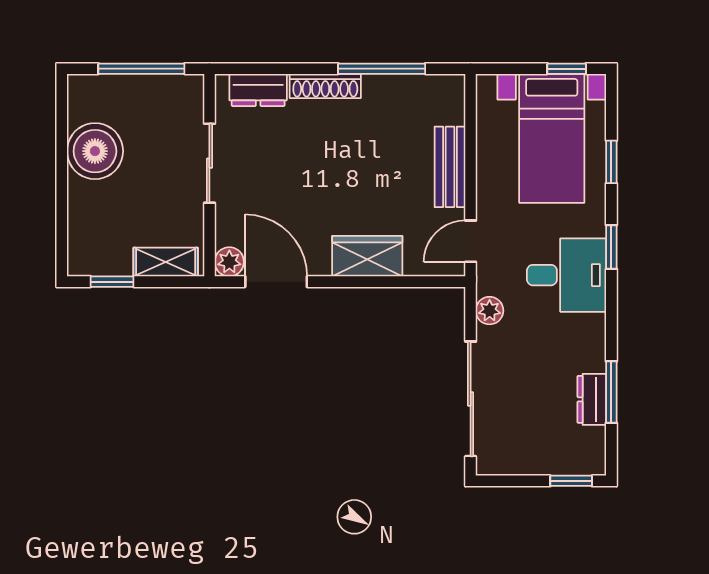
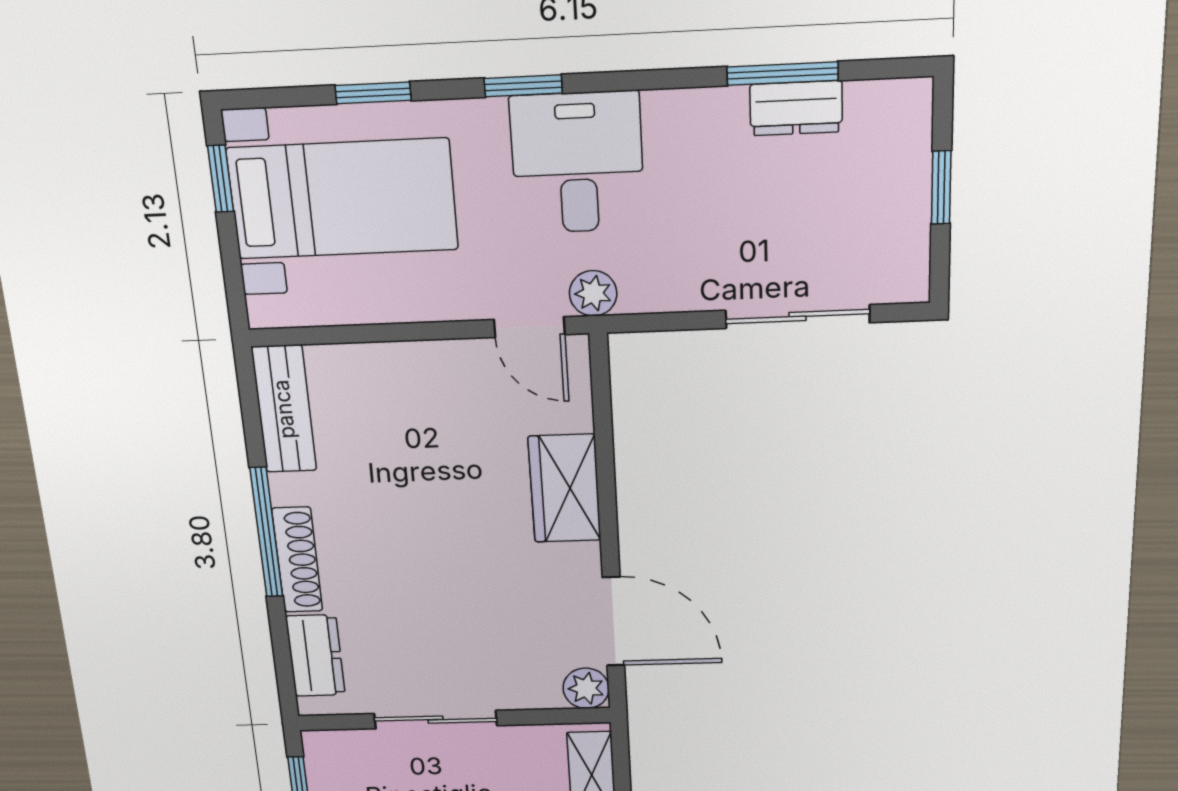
window: (382, 69) -> (266, 533), moved
bench: (450, 167) -> (284, 409), moved, turned 90
door: (276, 282) -> (613, 622), swing flipped
plant: (490, 311) -> (593, 293), moved
sliding door: (471, 399) -> (798, 317), width x0.73
window: (571, 481) -> (941, 187), moved

